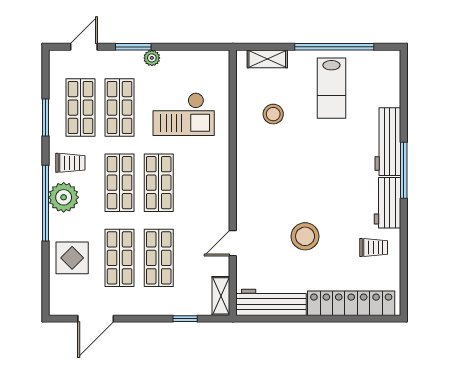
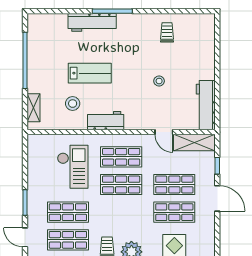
plant: (152, 58) -> (33, 189), removed
lab bench: (331, 88) -> (90, 73), moved
shop shelf: (120, 183) -> (121, 157), moved
workbench: (388, 203) -> (106, 121), moved, turned 180
stool: (305, 236) -> (159, 81), width x0.53, depth x0.53
shelving: (221, 296) -> (194, 143), width x1.50, depth x1.33
locker: (351, 303) -> (206, 48), removed
door: (96, 319) -> (217, 198), moved

